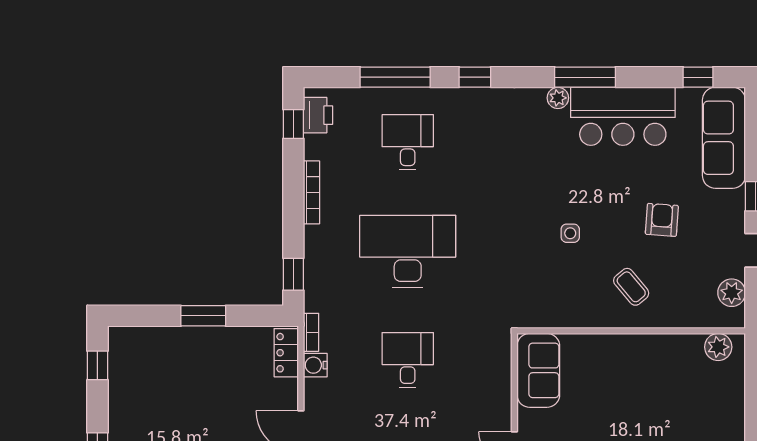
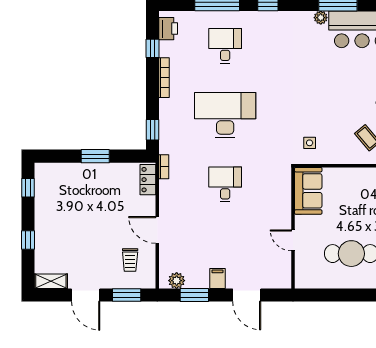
window: (293, 124) -> (152, 48), moved
side table: (570, 233) -> (310, 143), moved
water cooler: (315, 365) -> (166, 188), removed

